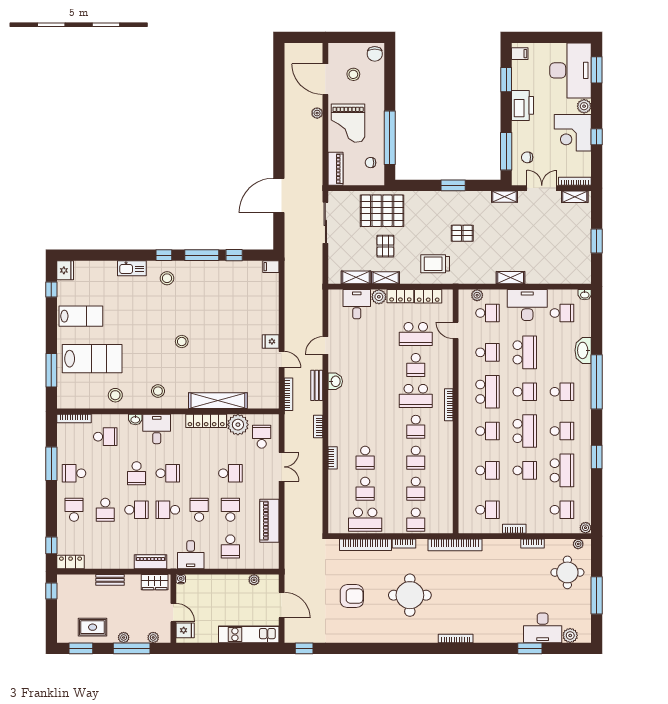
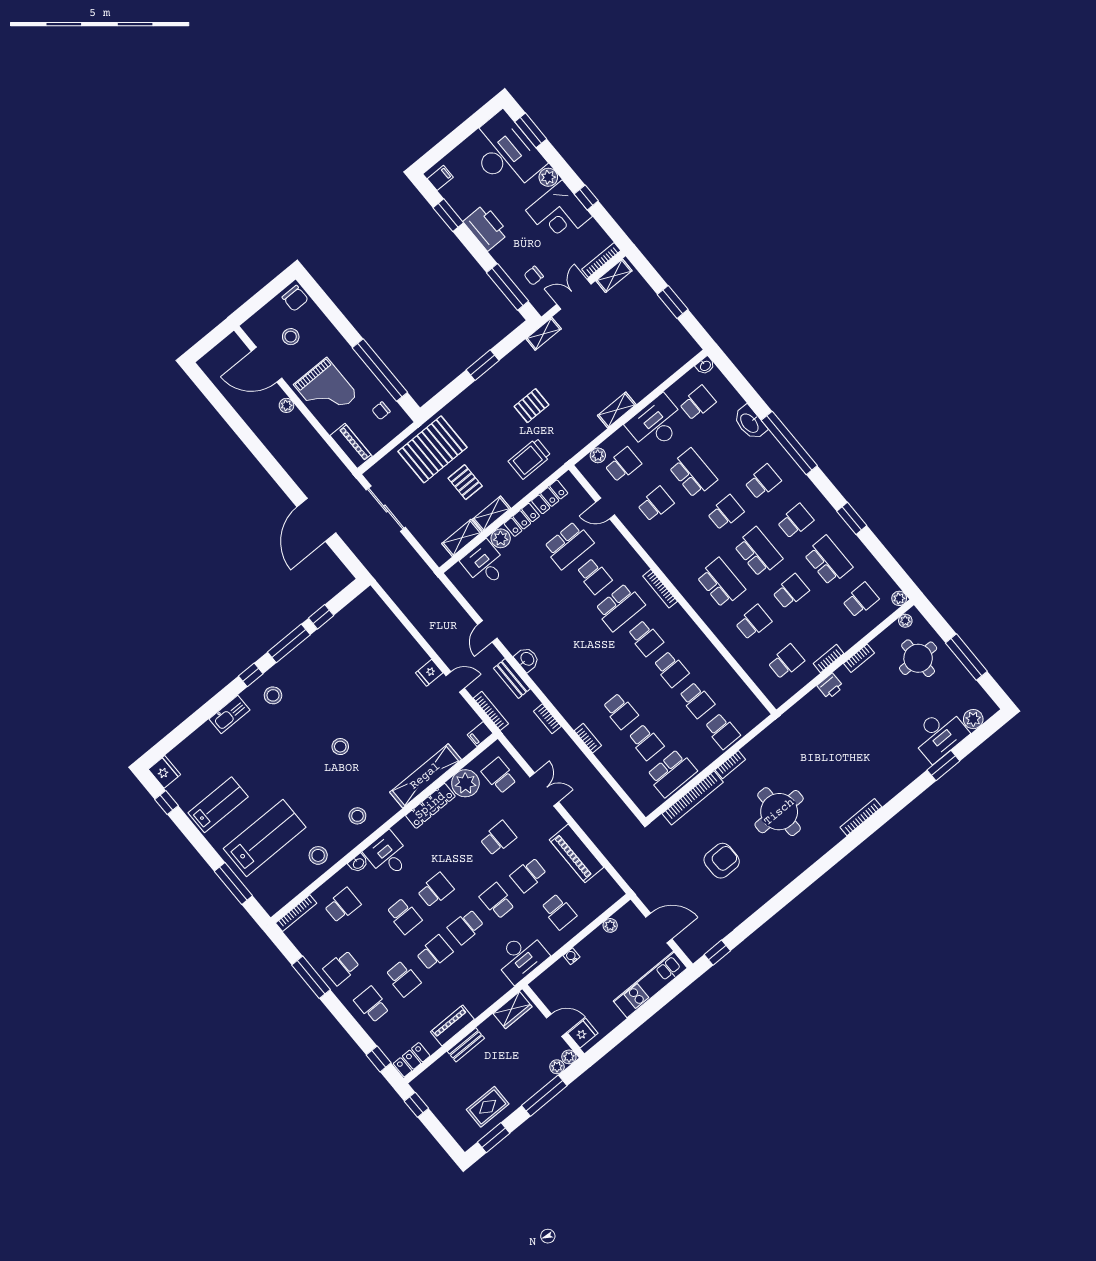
filing cabinet: (271, 267) -> (480, 734), moved
school desk: (487, 392) -> (688, 543), removed
school desk: (487, 431) -> (721, 583), width x1.85
school desk: (230, 510) -> (528, 875), turned -90
bookcase: (455, 545) -> (783, 724), removed
printer: (502, 546) -> (830, 686), added
desk: (191, 555) -> (521, 957), width x1.37
piano: (151, 562) -> (452, 1025), moved
water cooler: (181, 579) -> (571, 956), moved
plant: (124, 637) -> (569, 1057), moved

